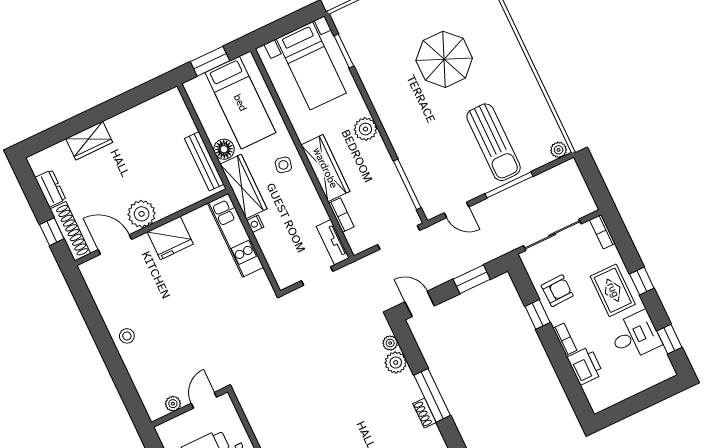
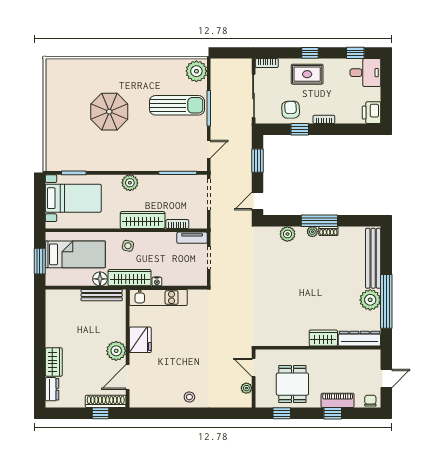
plant: (559, 150) -> (196, 71), width x1.88, depth x1.88
dresser: (50, 188) -> (52, 389), moved, turned 90
desk: (635, 336) -> (365, 73), moved, turned 90
plant: (390, 343) -> (312, 232), moved
printer: (585, 366) -> (371, 113), moved, turned -90

